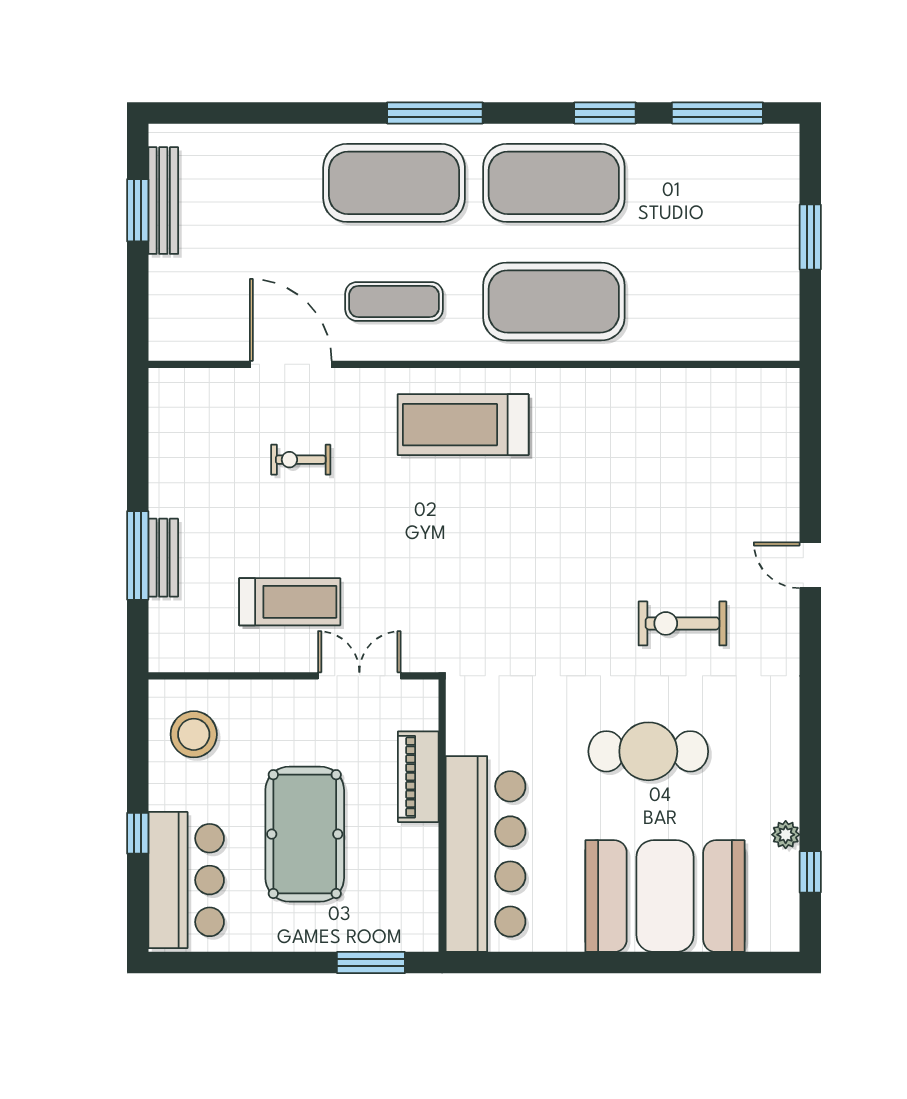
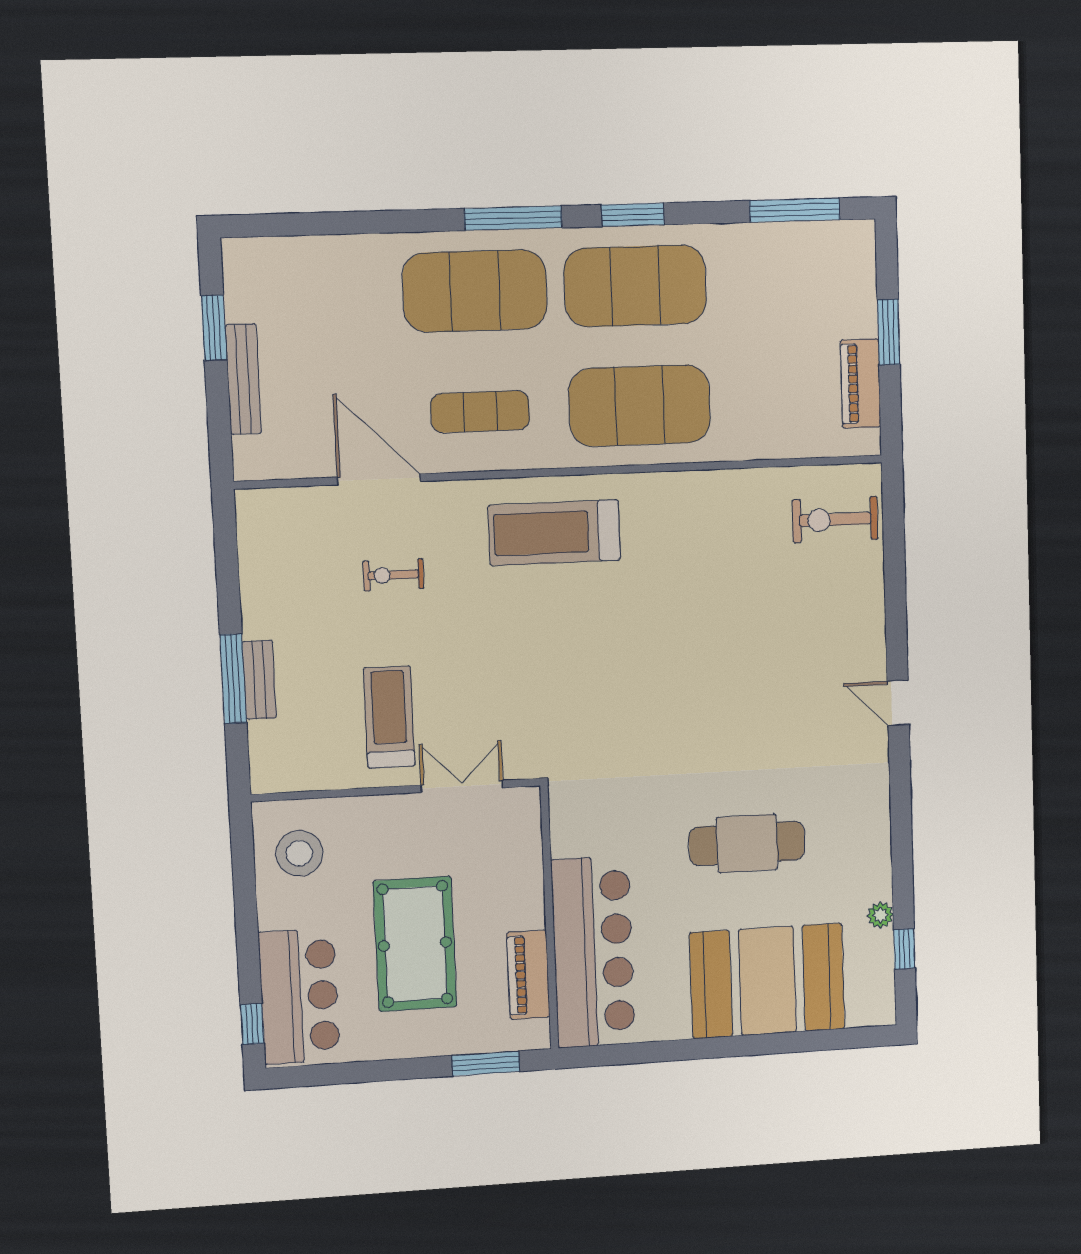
window: (605, 113) -> (633, 215), moved
bench: (163, 201) -> (243, 379), moved
piano: (780, 287) -> (860, 383), added
door: (810, 565) -> (898, 703), moved
treadmill: (290, 602) -> (389, 717), turned -90
exercise bike: (682, 623) -> (835, 519), moved
piano: (418, 777) -> (528, 975), moved
window: (138, 833) -> (252, 1024), moved

